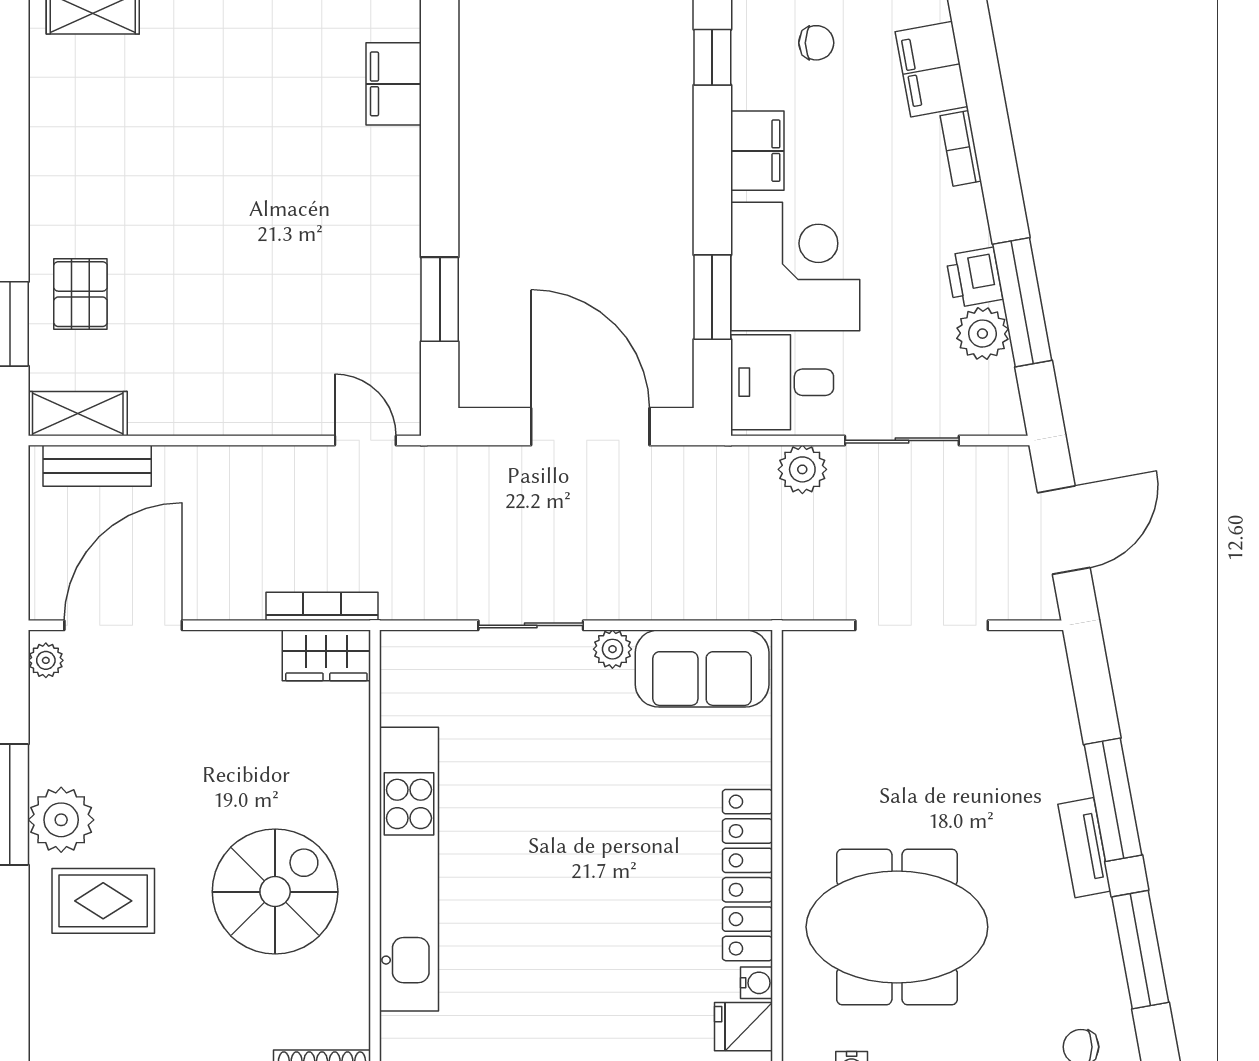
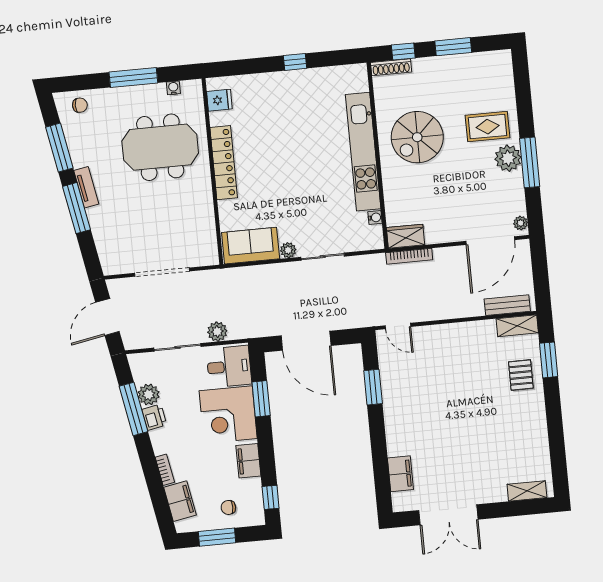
water cooler: (756, 983) -> (375, 218), moved, turned 180

